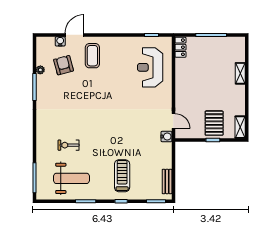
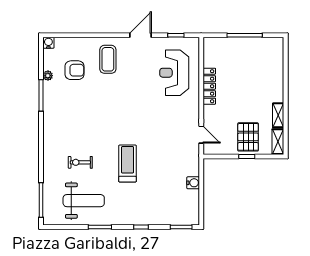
door: (75, 35) -> (141, 35), moved
water cooler: (60, 41) -> (48, 43), moved
locker: (180, 47) -> (209, 86), moved, width x1.53
armchair: (64, 65) -> (75, 70), turned 105
shelving: (240, 73) -> (278, 115), moved
water cooler: (166, 137) -> (193, 183), moved
treadmill: (122, 176) -> (128, 164), moved
bench: (167, 181) -> (194, 204), removed

